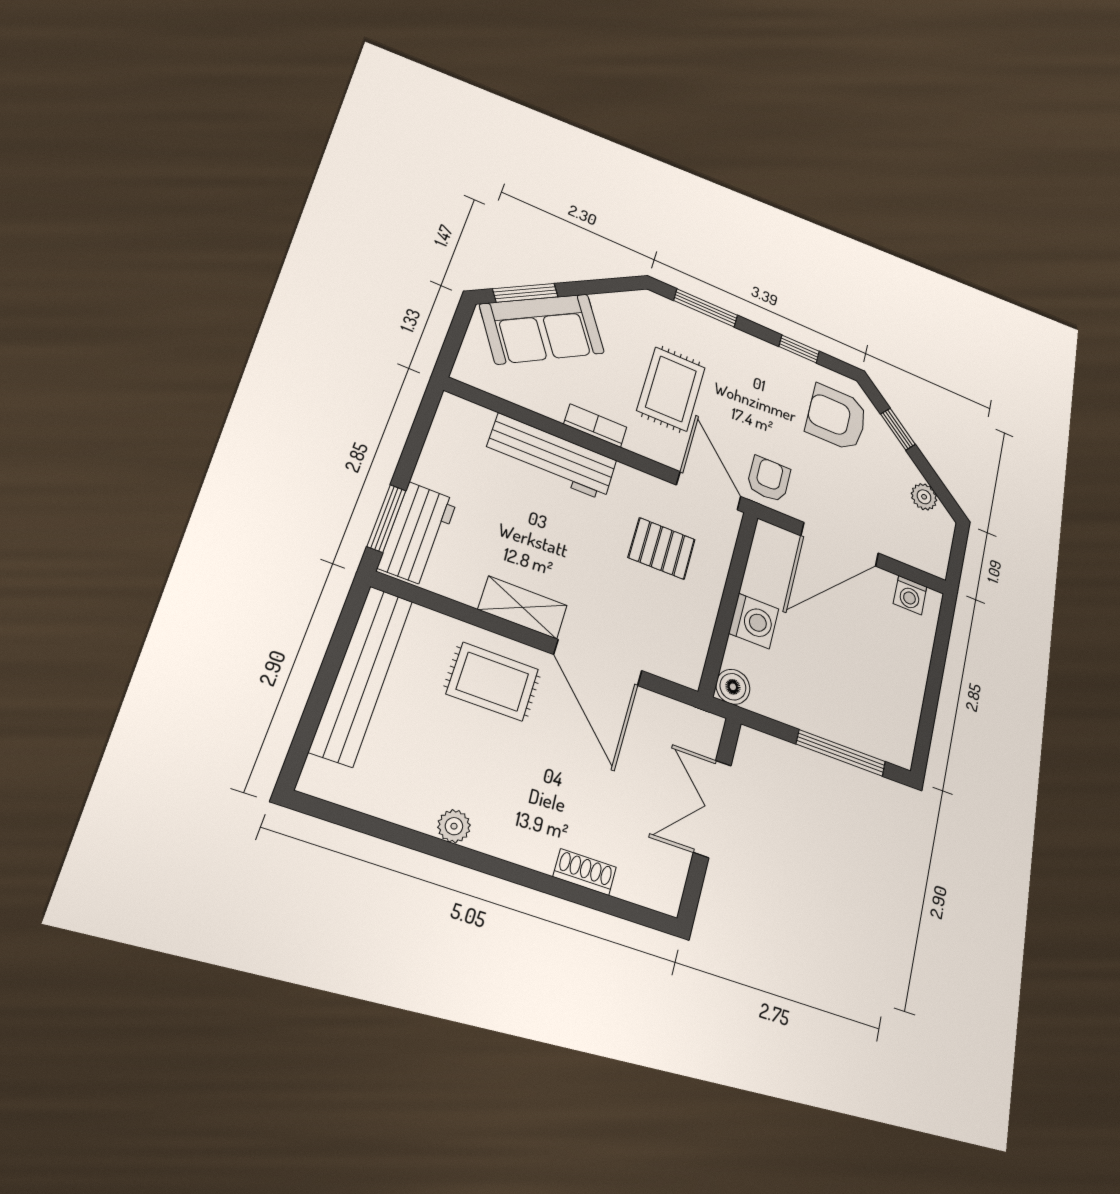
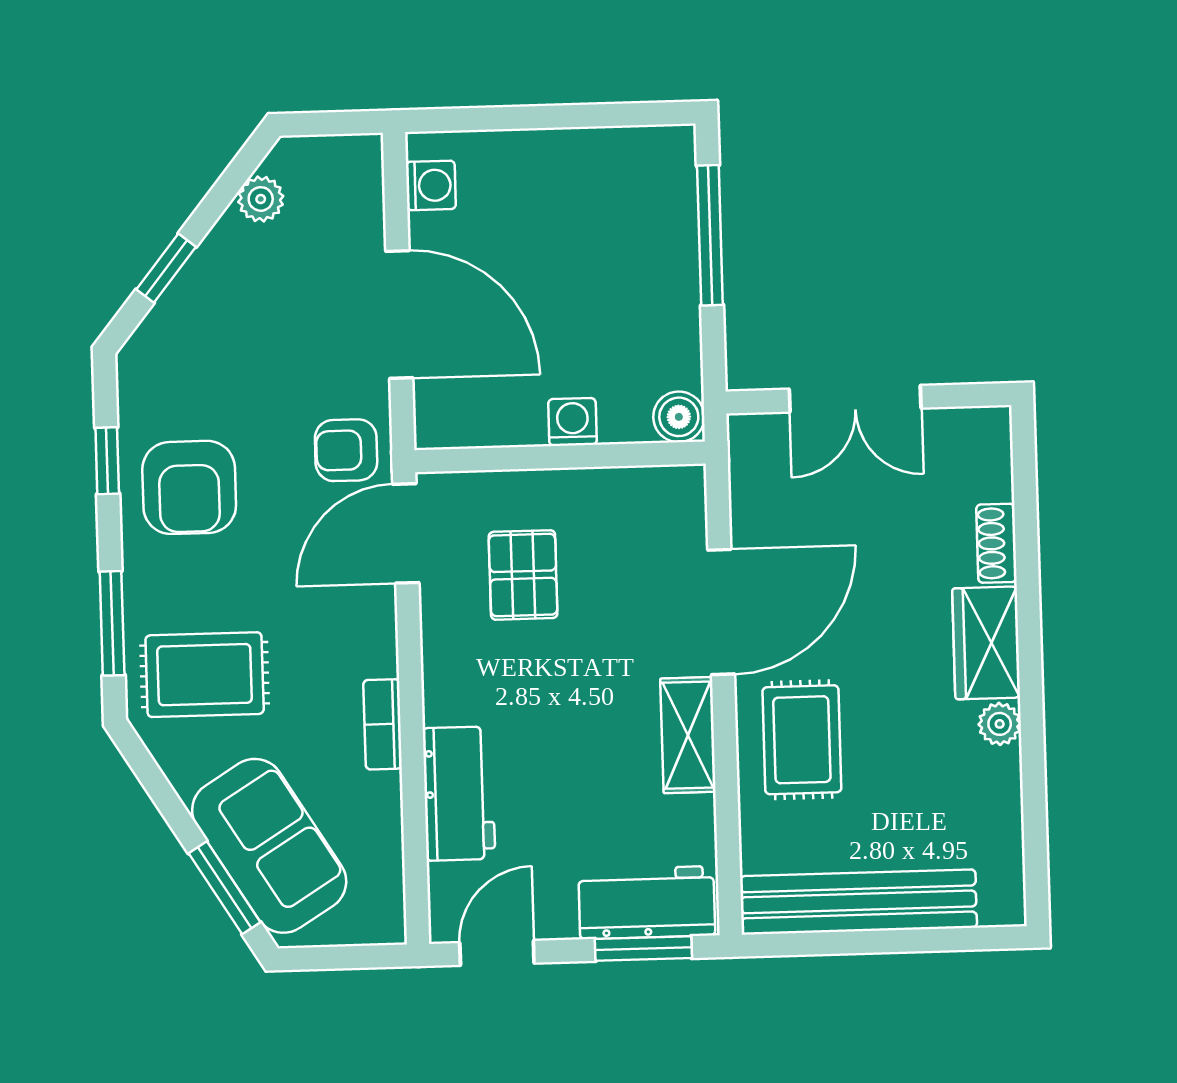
rug: (671, 389) -> (205, 675), moved
armchair: (837, 418) -> (189, 487), moved
door: (421, 427) -> (497, 953), added
workbench: (551, 457) -> (459, 794), width x0.73
washing machine: (754, 621) -> (572, 422), width x0.73, depth x0.73
wardrobe: (516, 838) -> (986, 643), added

